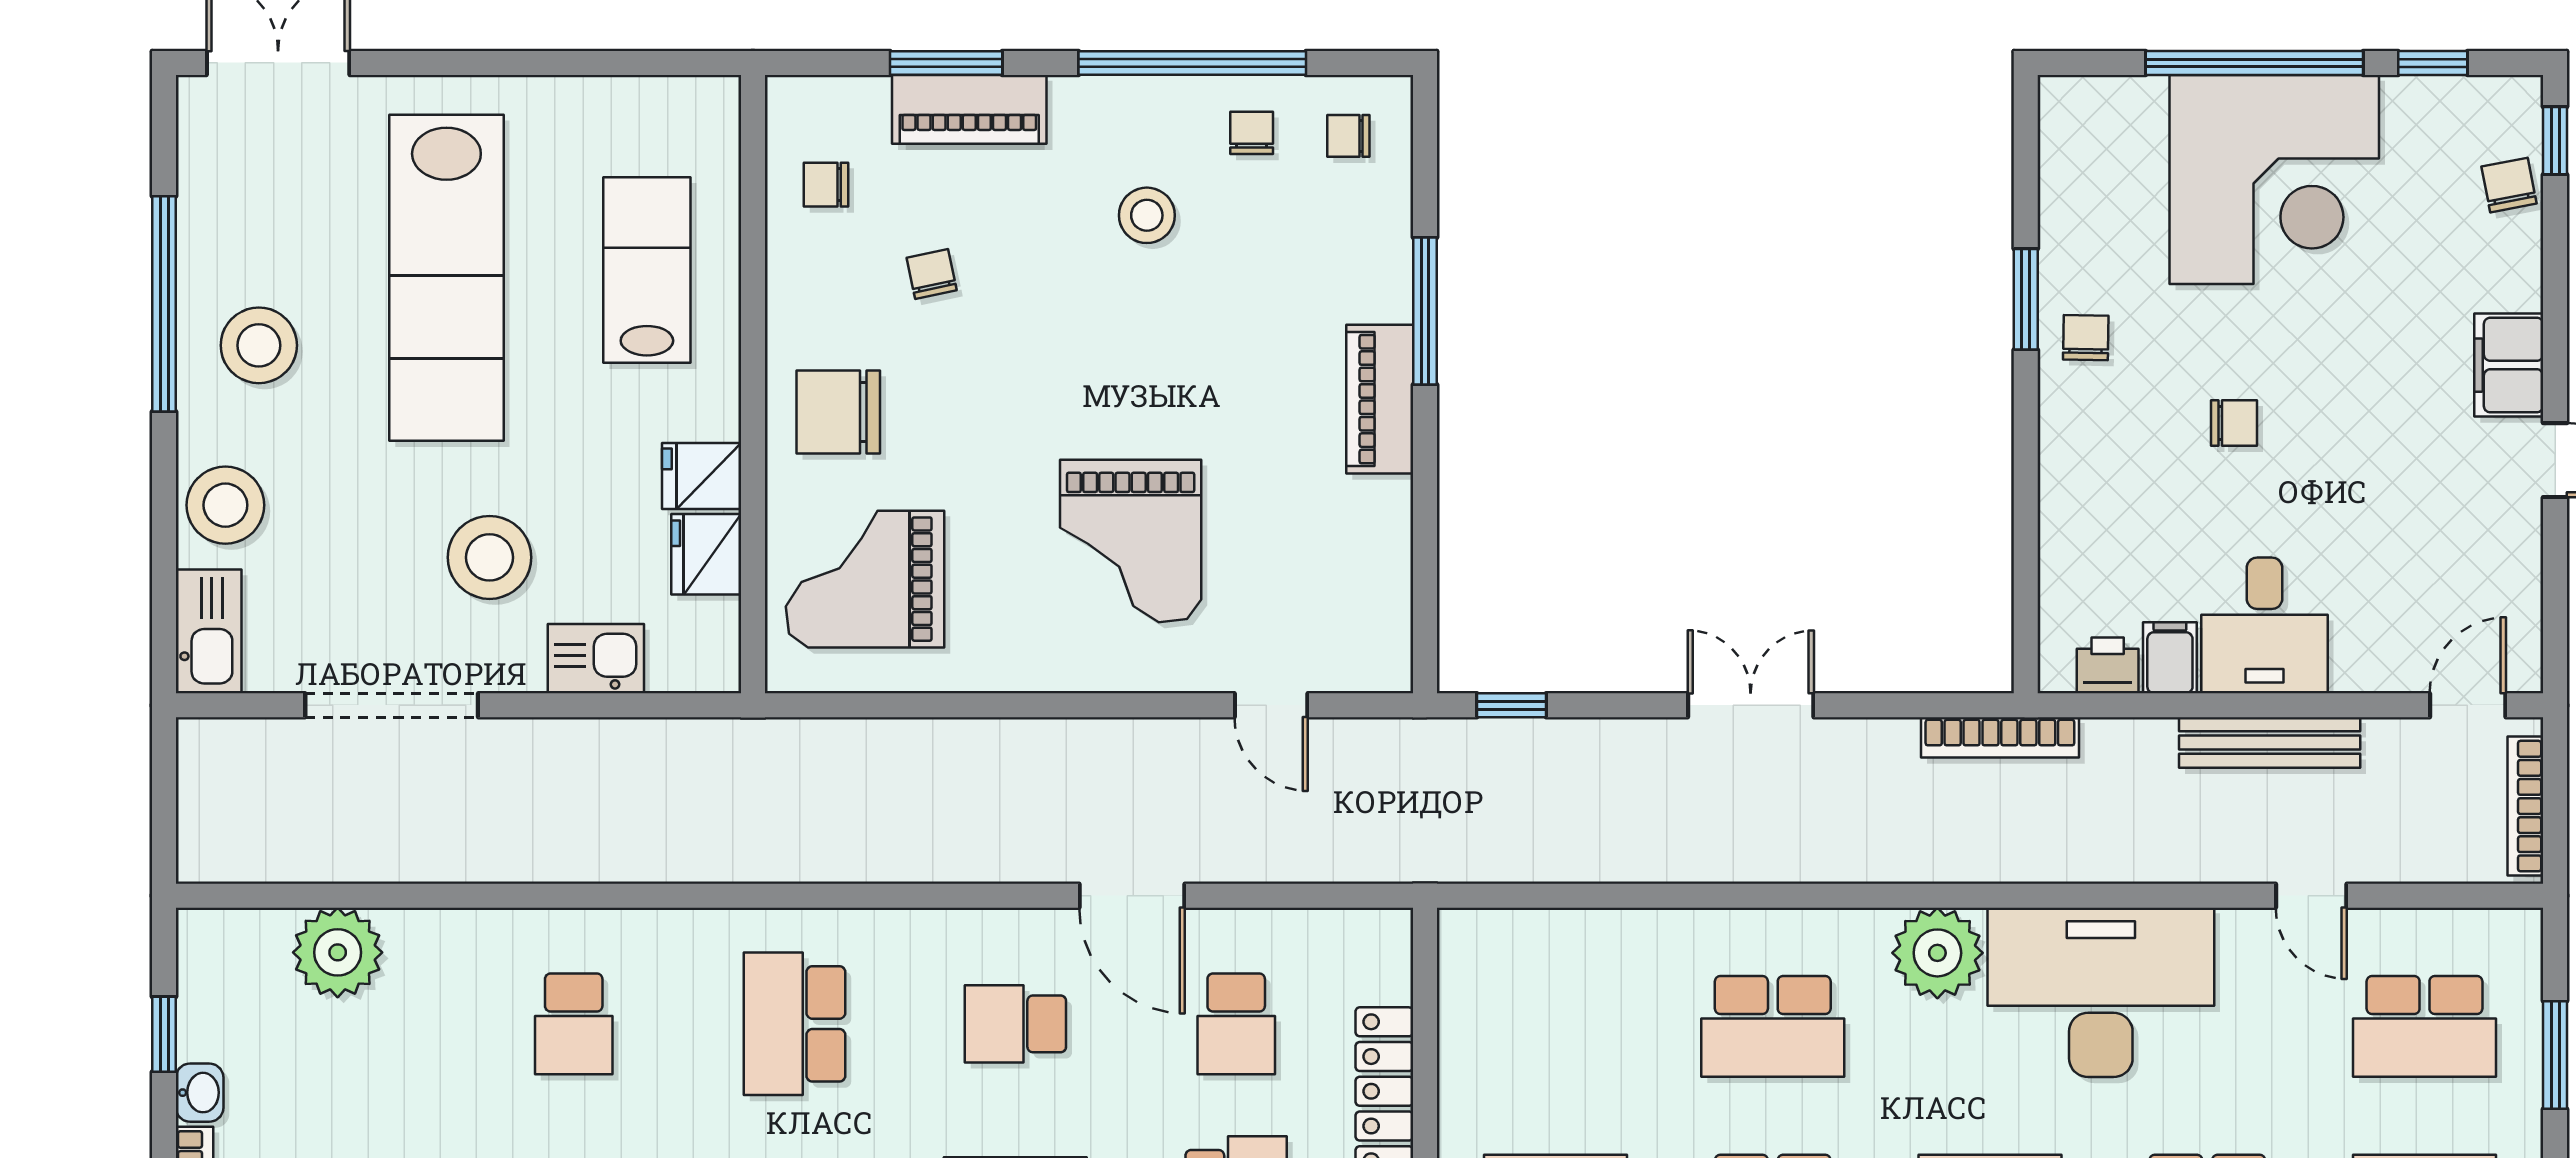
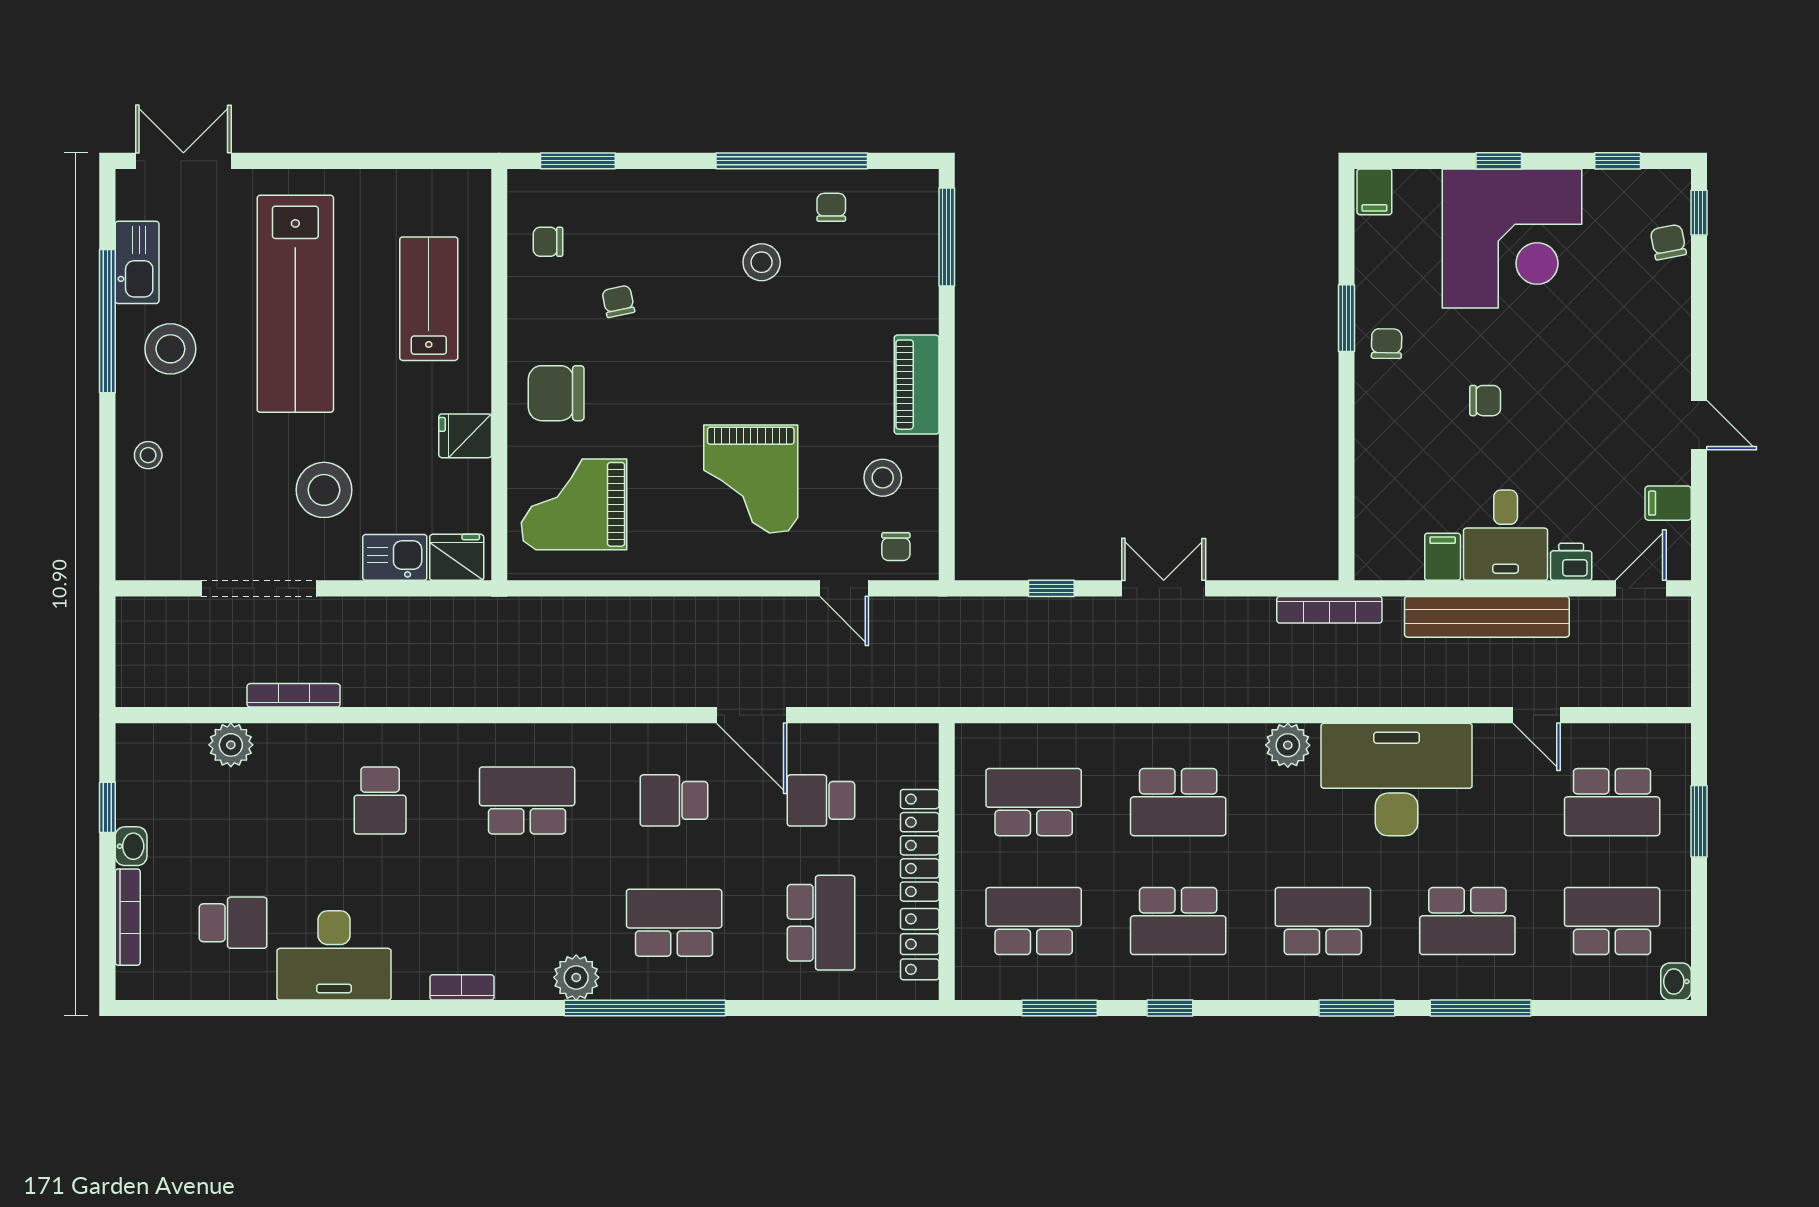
window: (946, 63) -> (578, 161), moved
window: (2254, 63) -> (1499, 161), width x0.32
piano: (969, 109) -> (643, 192), removed
filing cabinet: (2068, 109) -> (1374, 192), added
chair: (1348, 136) -> (896, 547), moved, turned -90
window: (1425, 311) -> (947, 237), moved
filing cabinet: (2509, 365) -> (1668, 503), moved, width x0.50
stool: (225, 505) -> (148, 455), width x0.53, depth x0.53
stool: (1329, 539) -> (883, 478), added
fridge: (706, 554) -> (457, 557), moved, turned 90
kitchen sink: (209, 631) -> (137, 262), moved
printer: (2108, 665) -> (1571, 562), moved
window: (1511, 705) -> (1051, 588), moved
bench: (2270, 743) -> (1487, 617), width x1.37, depth x1.21
bookcase: (2525, 806) -> (294, 695), moved, turned 90
plant: (338, 952) -> (231, 745), width x0.73, depth x0.73
plant: (1937, 953) -> (1288, 745), width x0.73, depth x0.73
school desk: (795, 1024) -> (527, 800), turned 90
school desk: (1236, 1024) -> (821, 800), turned 90
school desk: (1556, 1026) -> (1034, 802), added

